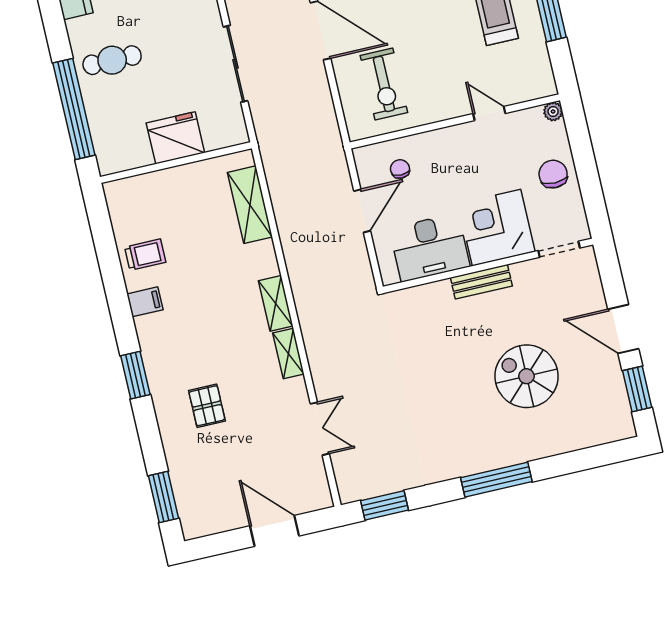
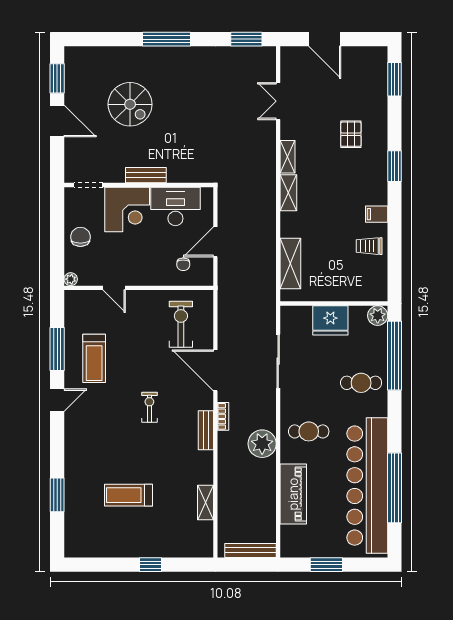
plant: (111, 160) -> (378, 316), added
chair: (553, 174) -> (80, 237), turned 180

